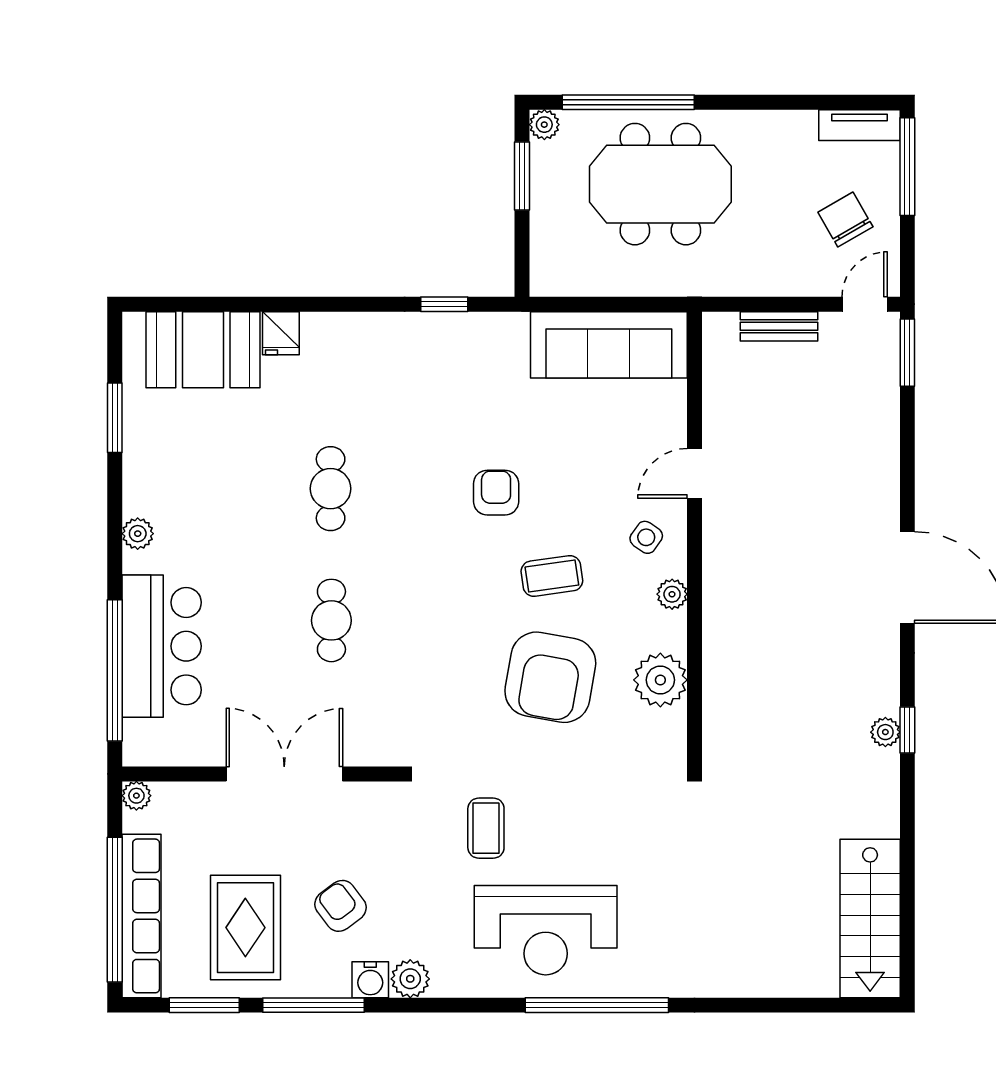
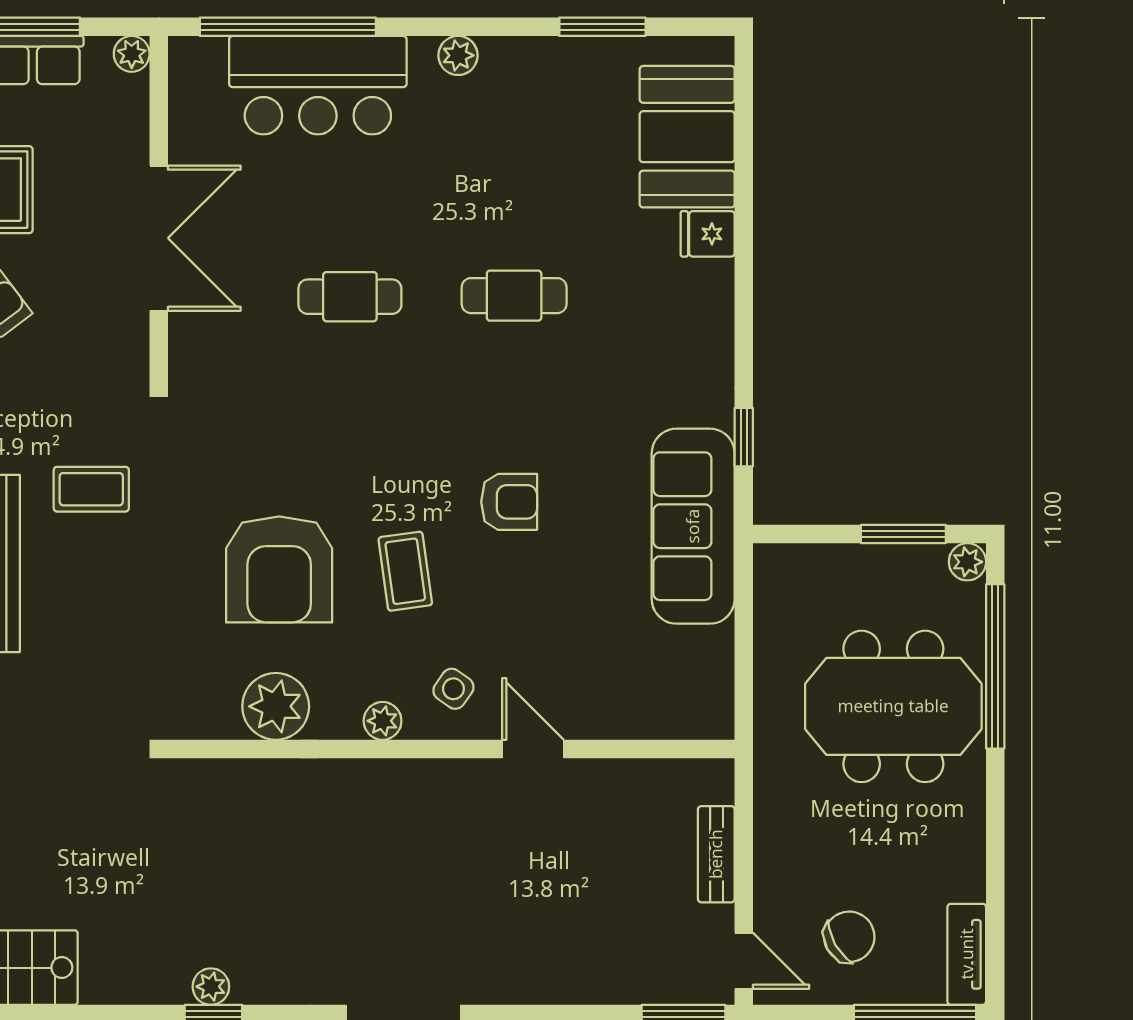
meeting table: (660, 184) -> (893, 706), turned 90
sofa: (609, 345) -> (693, 526), moved
armchair: (550, 677) -> (279, 569), turned -100

